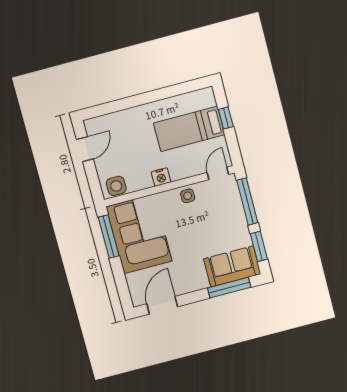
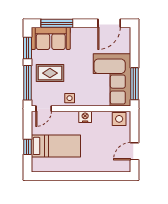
rug: (221, 222) -> (50, 73), added

